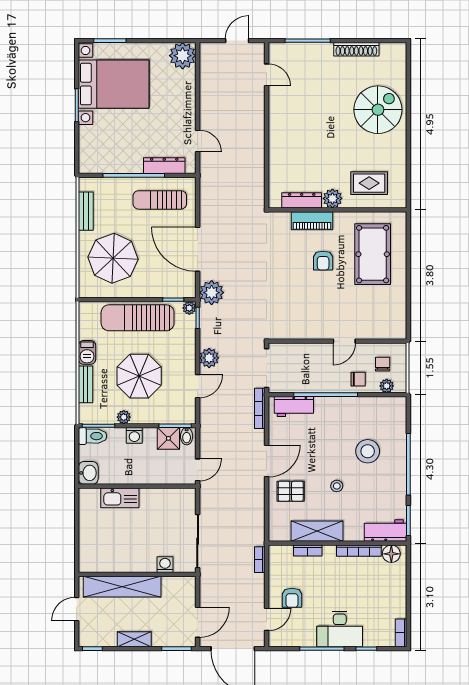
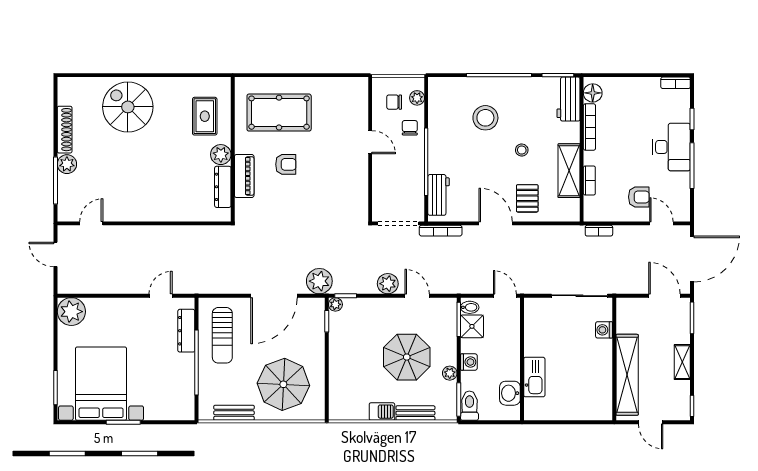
plant: (323, 51) -> (67, 164), added
sun lounger: (138, 318) -> (346, 359), removed
washbasin: (88, 473) -> (510, 393), moved, turned -90

